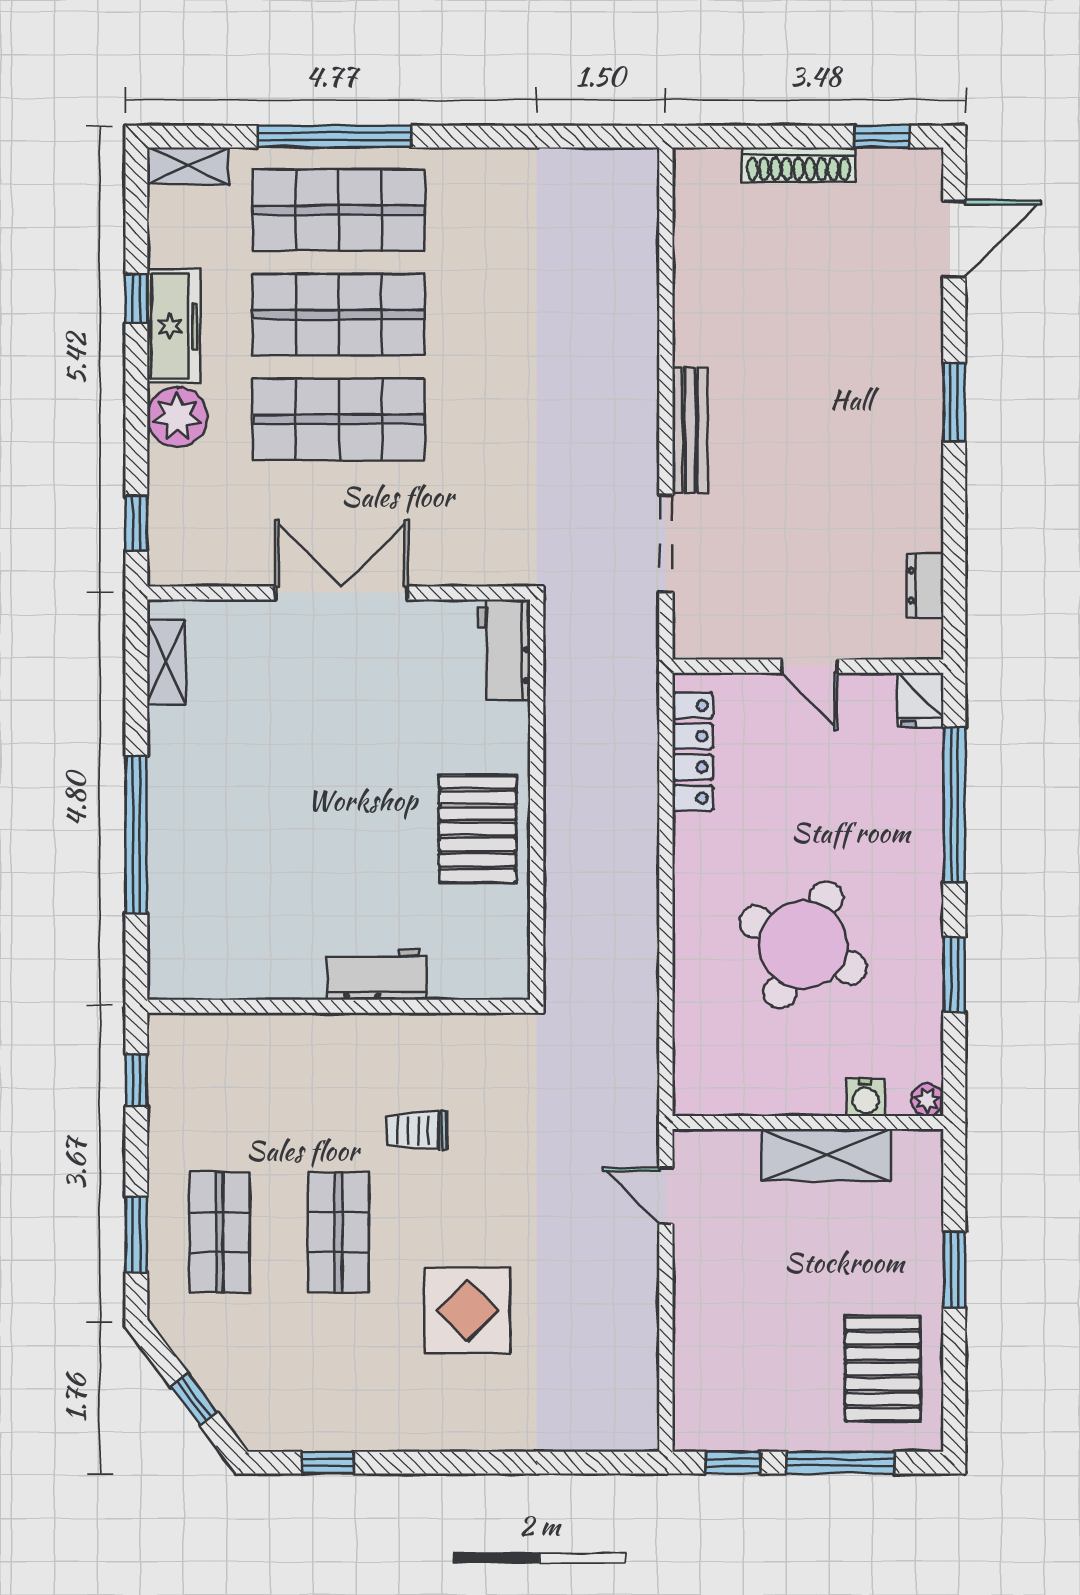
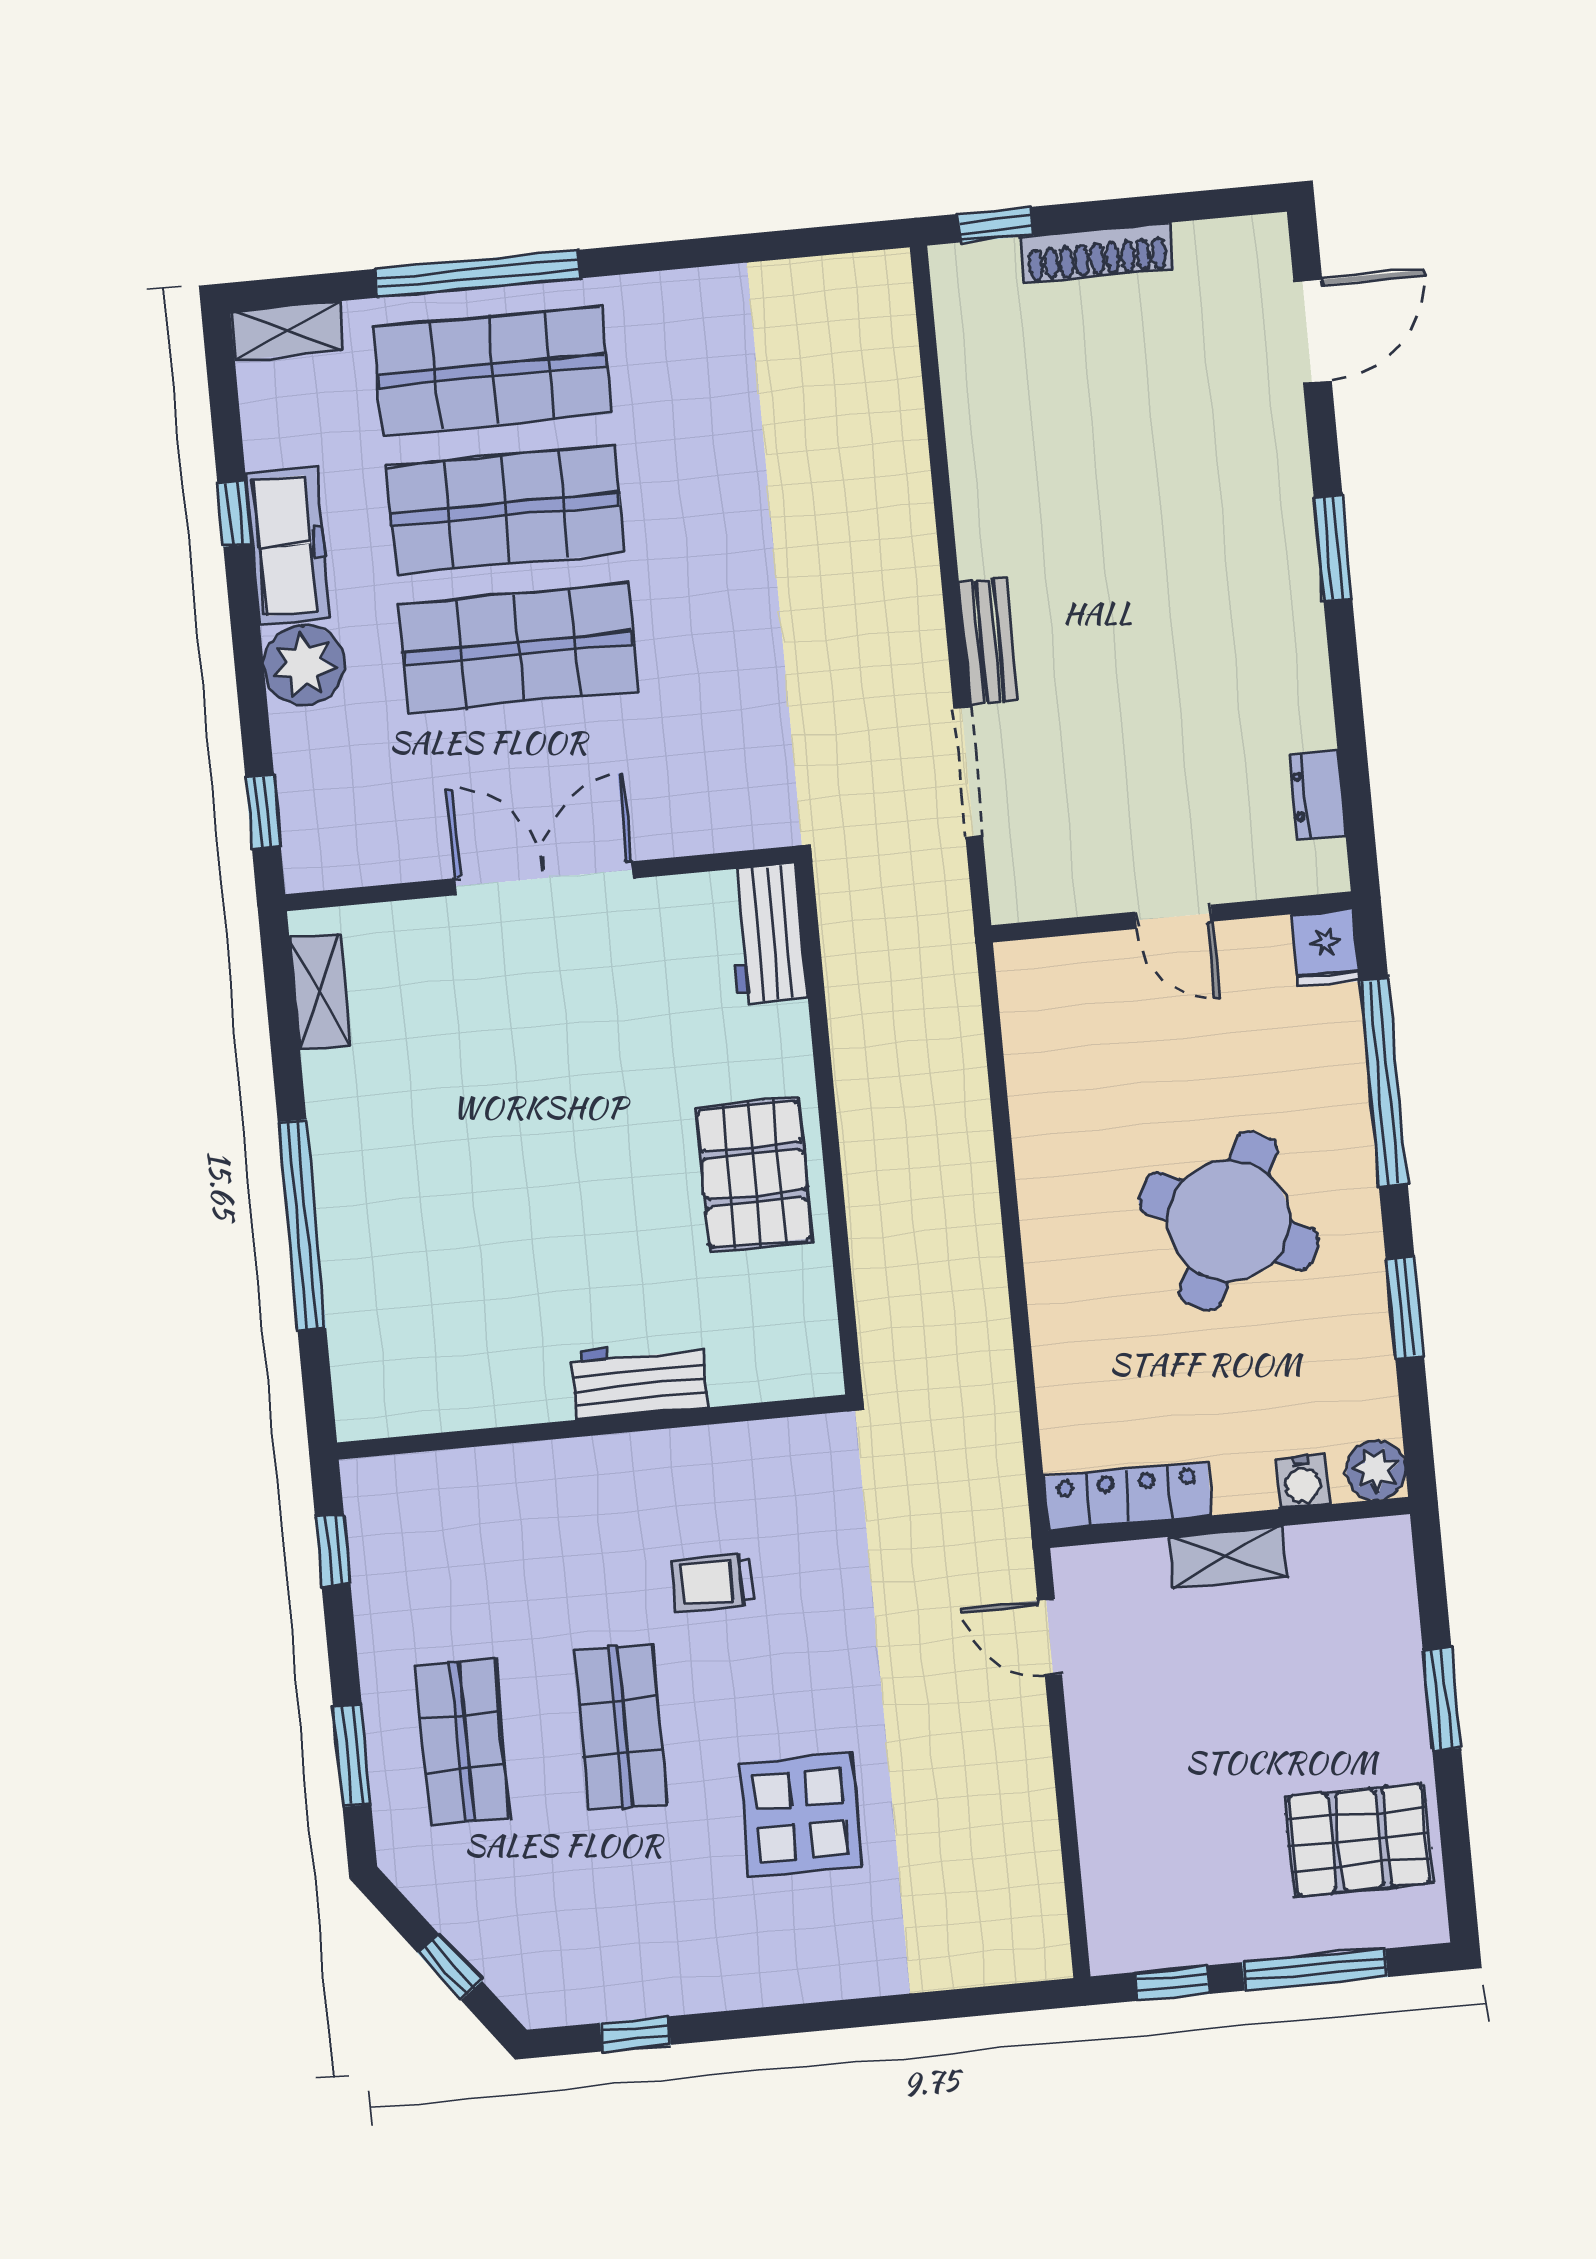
window: (882, 137) -> (996, 225), moved
bench: (690, 430) -> (988, 641), width x0.73
locker: (693, 752) -> (1128, 1496), moved, turned -90
round table: (803, 945) -> (1229, 1221), moved
plant: (927, 1100) -> (1376, 1470), width x1.38, depth x1.38
shelving: (826, 1155) -> (1228, 1557), width x0.67, depth x0.75
pallet: (883, 1369) -> (1359, 1840), turned 90

